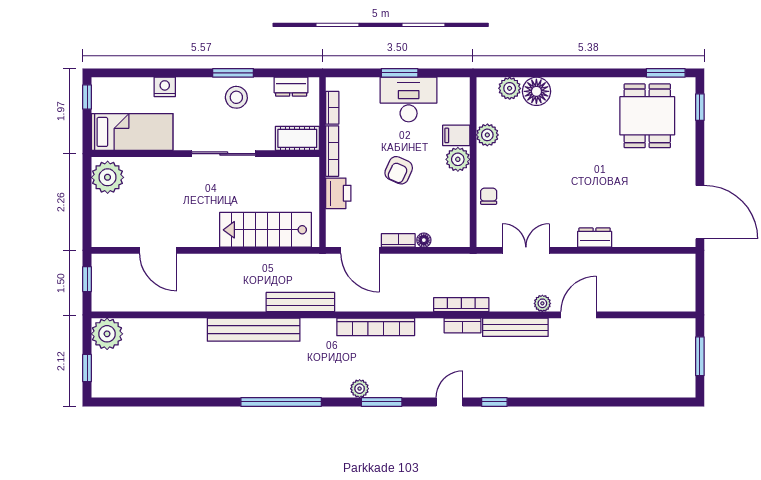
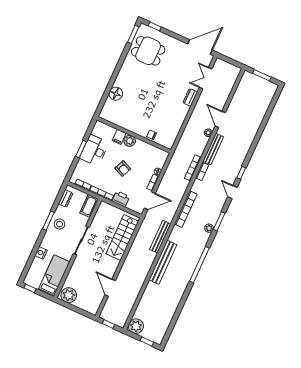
plant: (510, 88) -> (109, 105), removed
plant: (487, 135) -> (125, 123), removed
door: (158, 250) -> (110, 288), swing flipped
double door: (526, 250) -> (206, 78), moved

